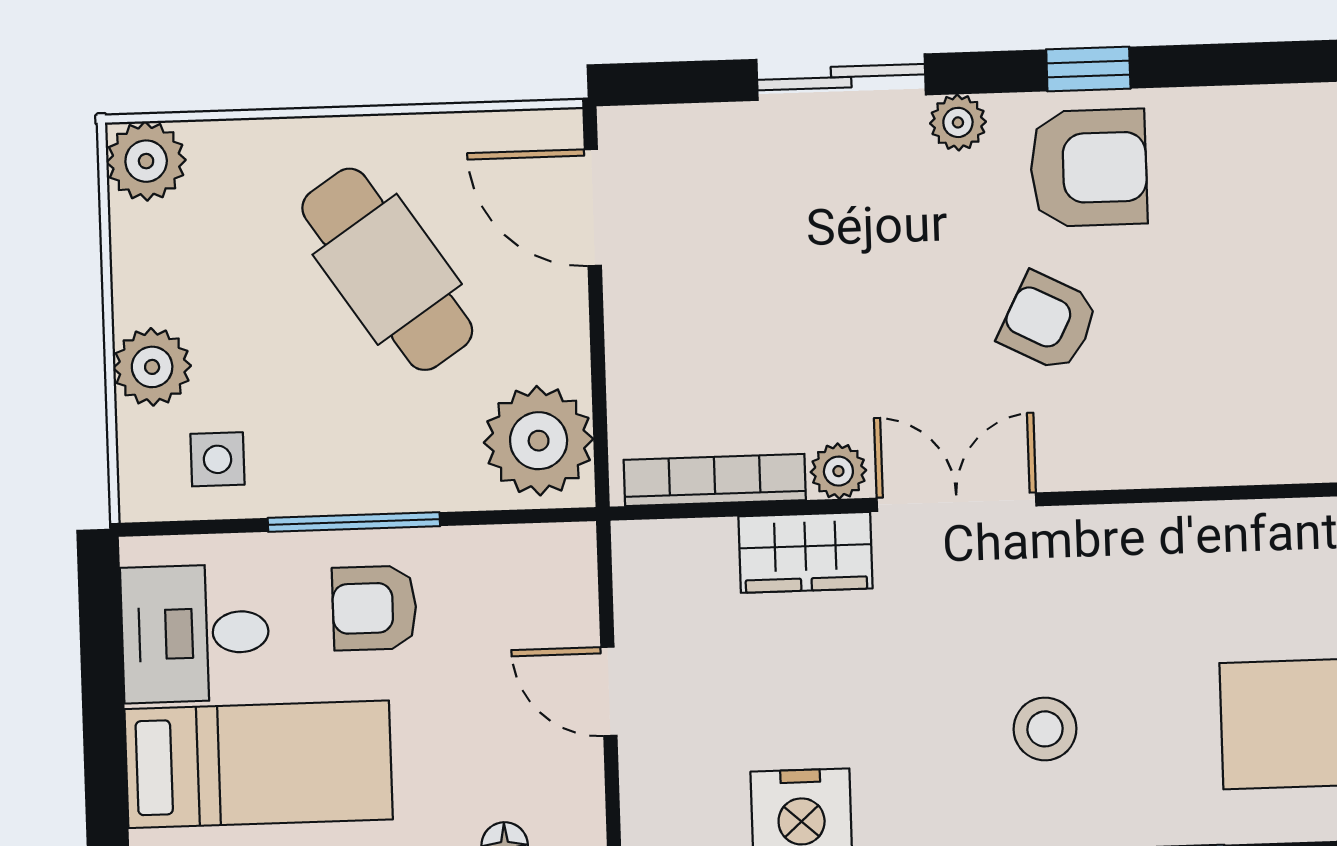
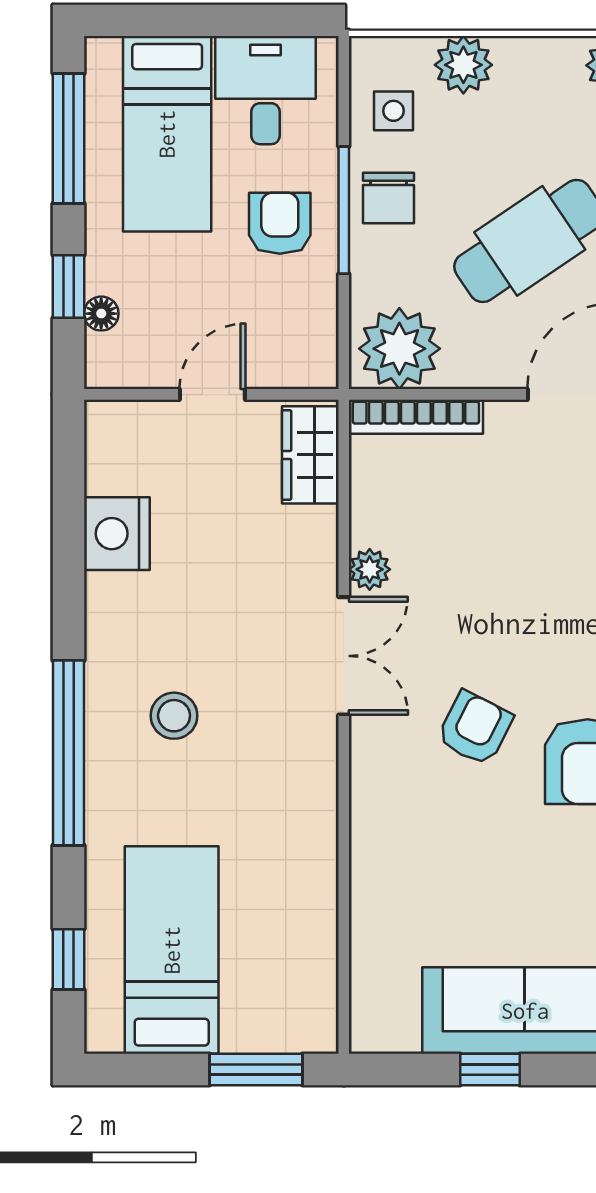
chair: (336, 462) -> (388, 198), added
bookcase: (715, 480) -> (416, 417), moved, turned 90
wardrobe: (805, 552) -> (310, 455), moved

